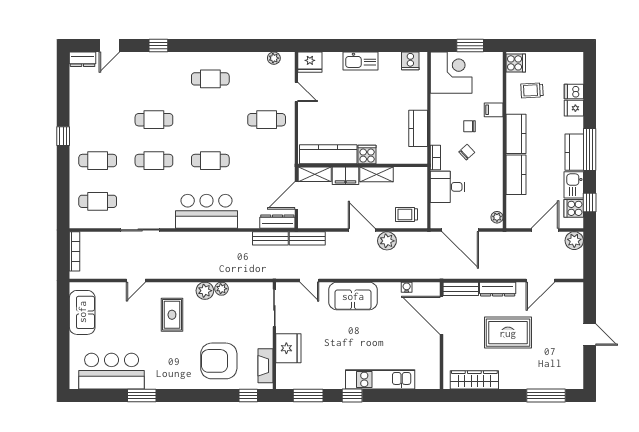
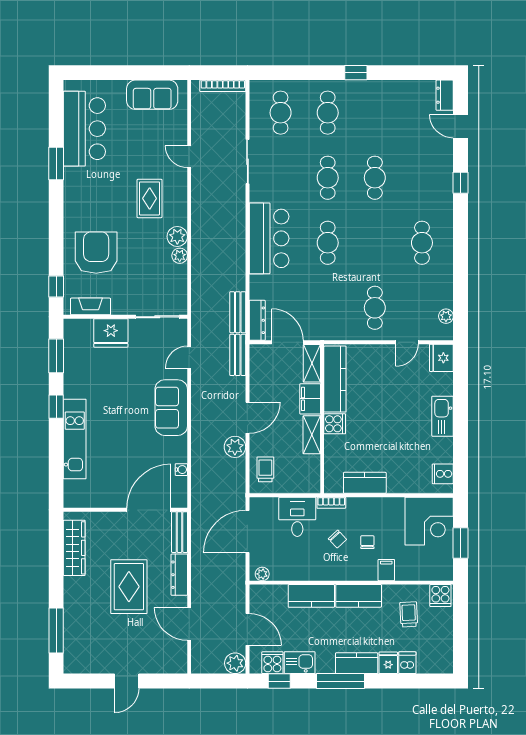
kitchen counter: (574, 152) -> (357, 663), moved
rug: (172, 315) -> (150, 198), turned 90

